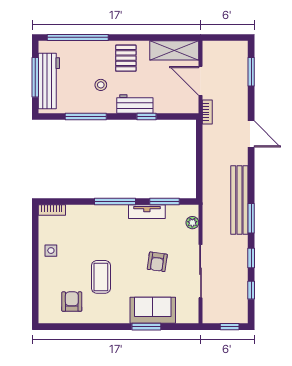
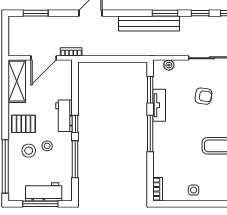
stool: (96, 64) -> (29, 151), added
workbench: (49, 81) -> (44, 192), width x0.73
window: (147, 116) -> (75, 124), moved

